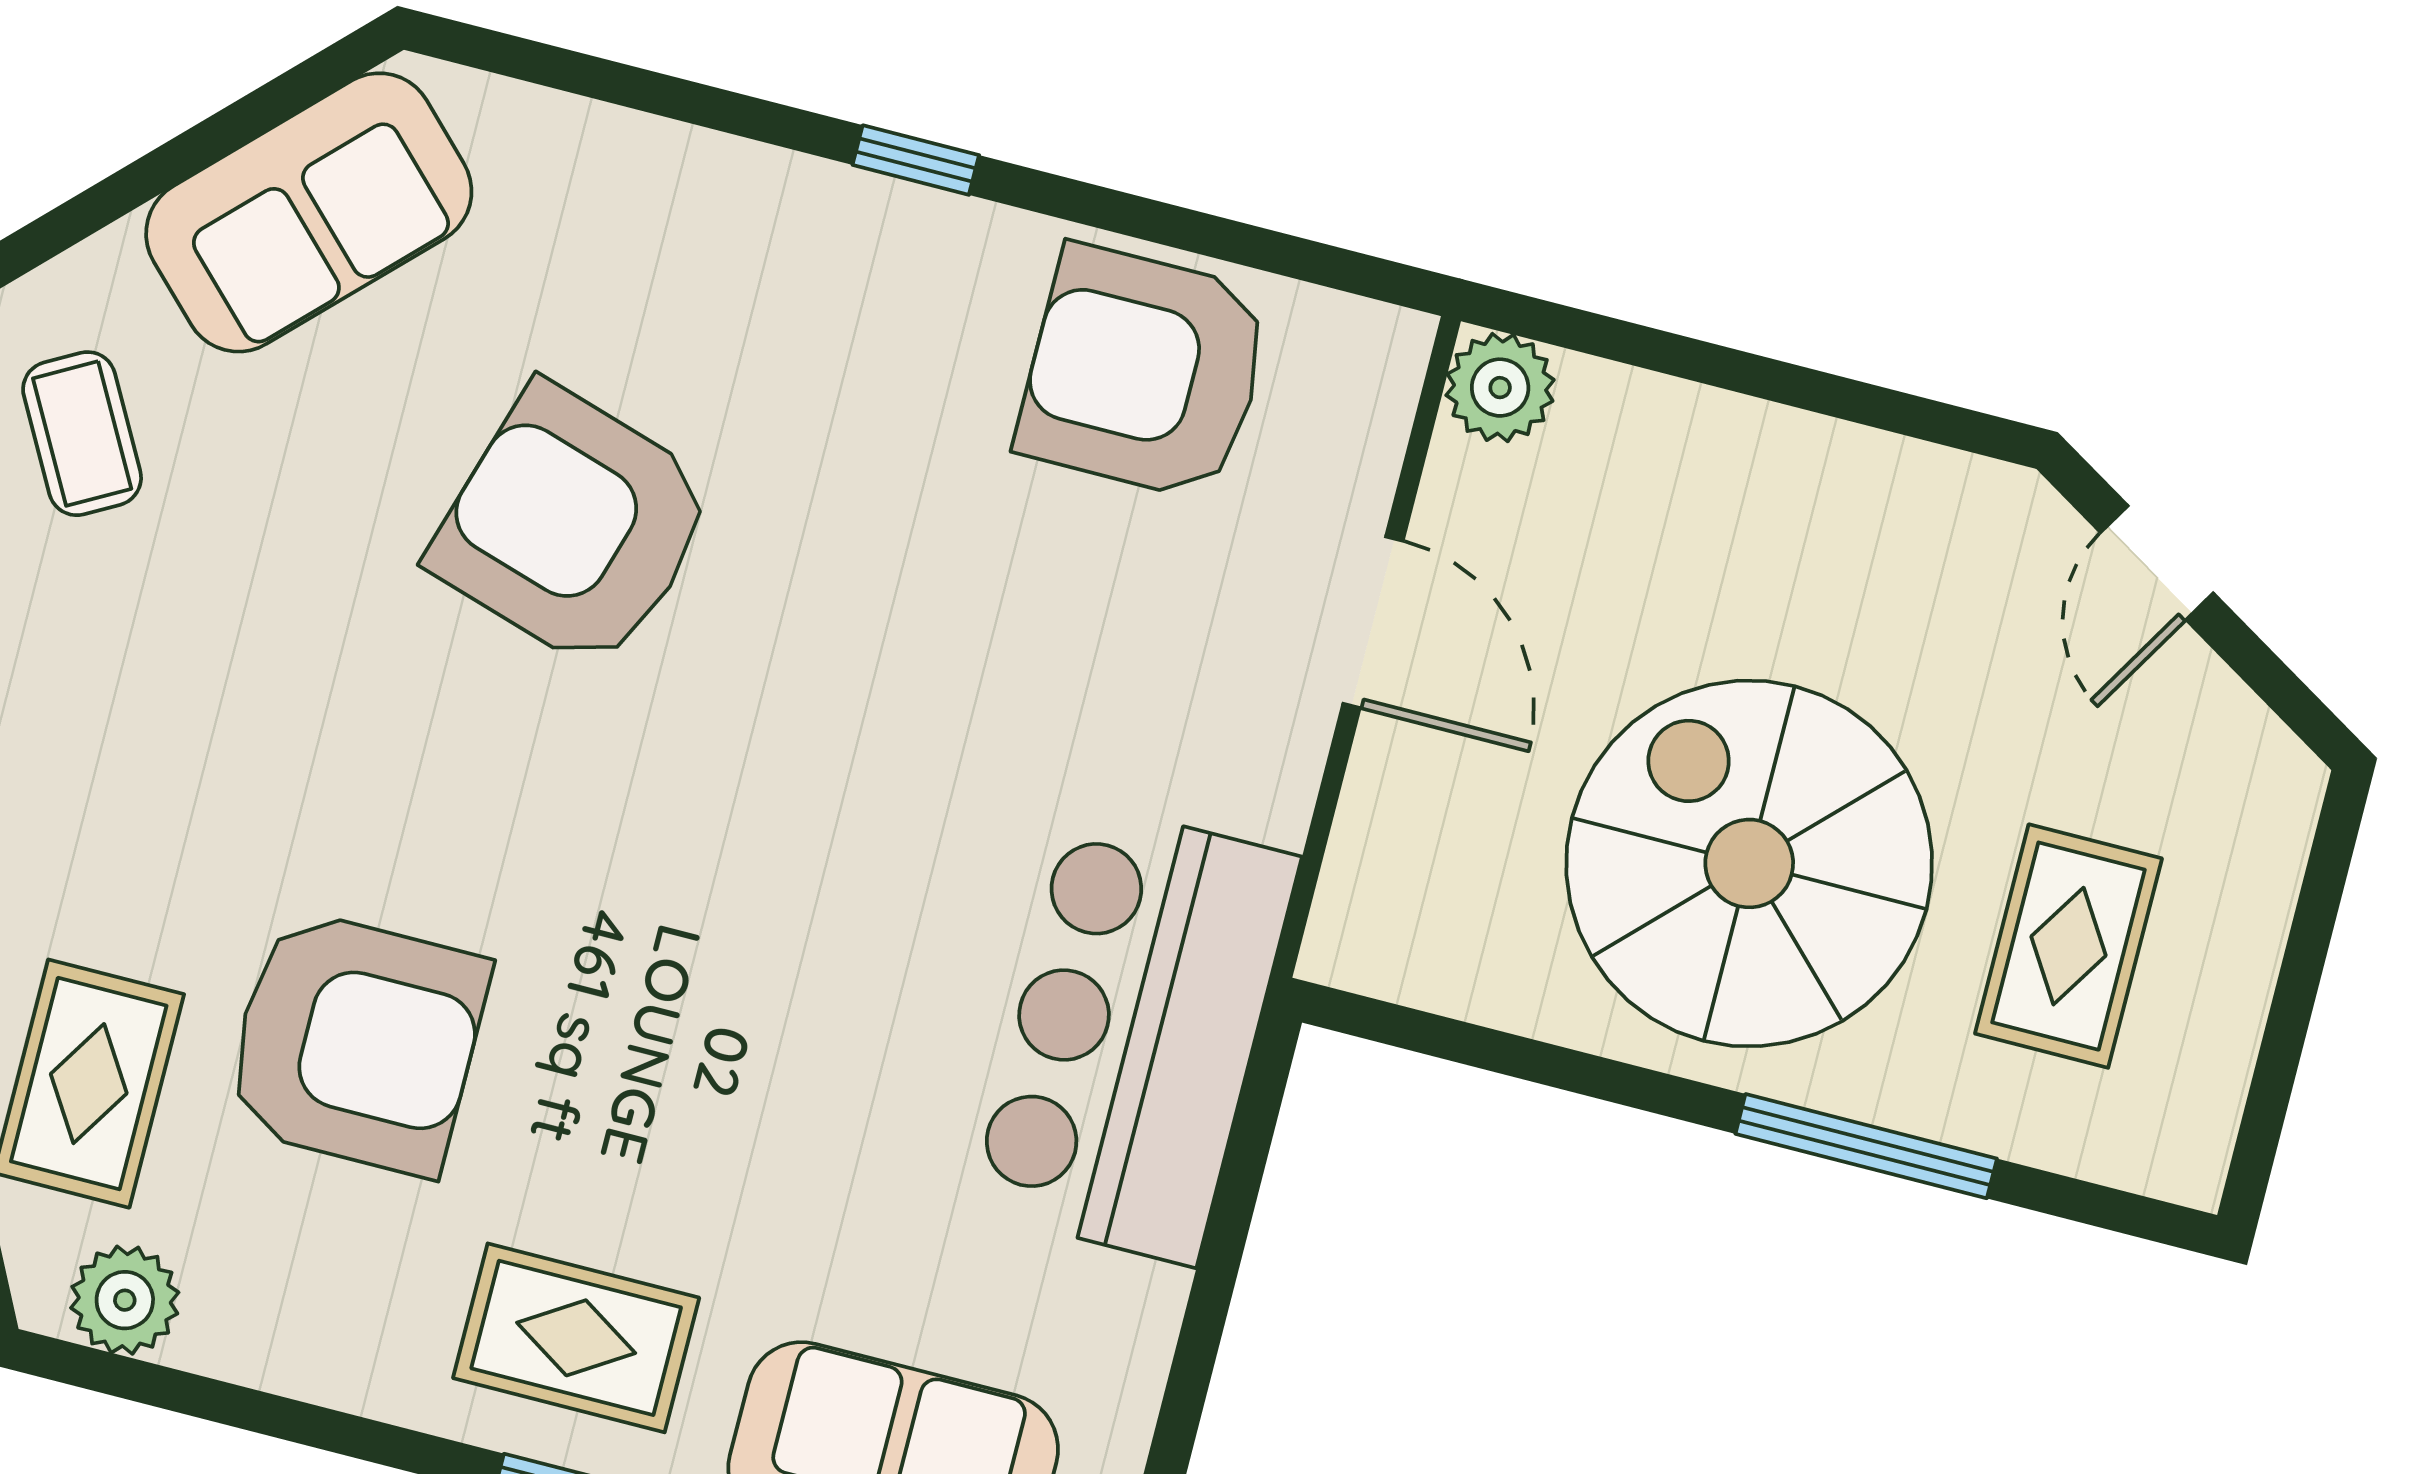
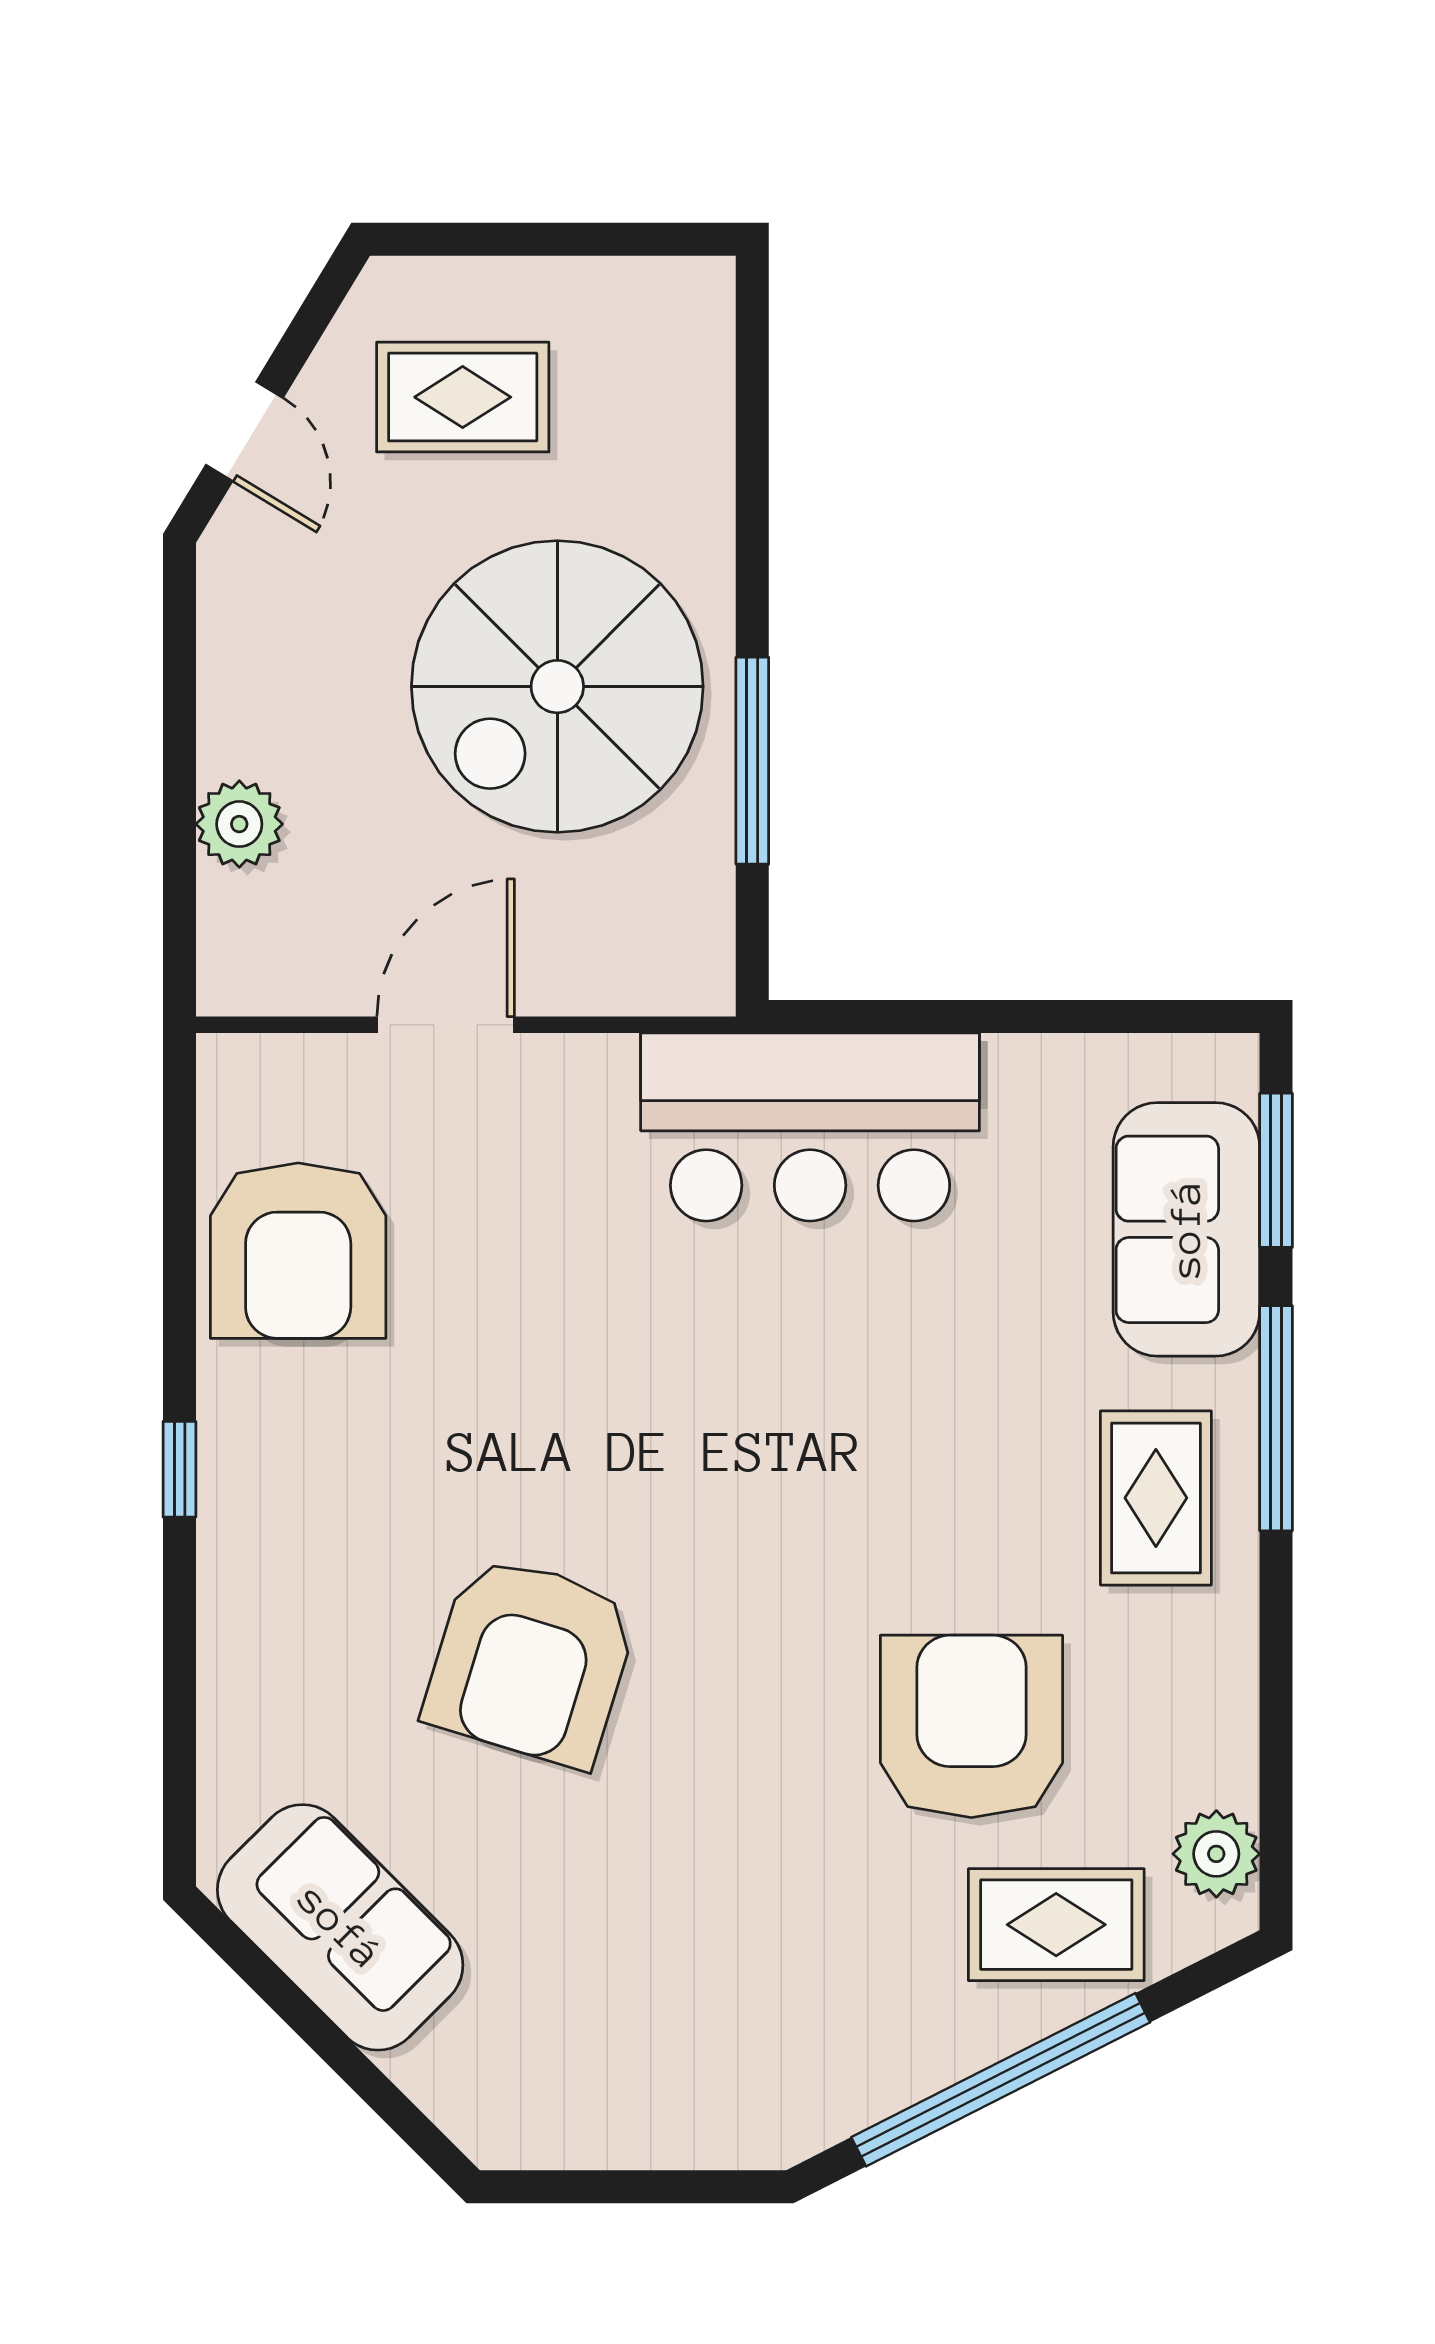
plant: (1500, 388) -> (239, 824), moved
coffee table: (82, 434) -> (556, 2059), removed
door: (2157, 563) -> (244, 431), hinge flipped
rug: (2068, 946) -> (463, 397), moved
window: (1866, 1146) -> (752, 761), moved

